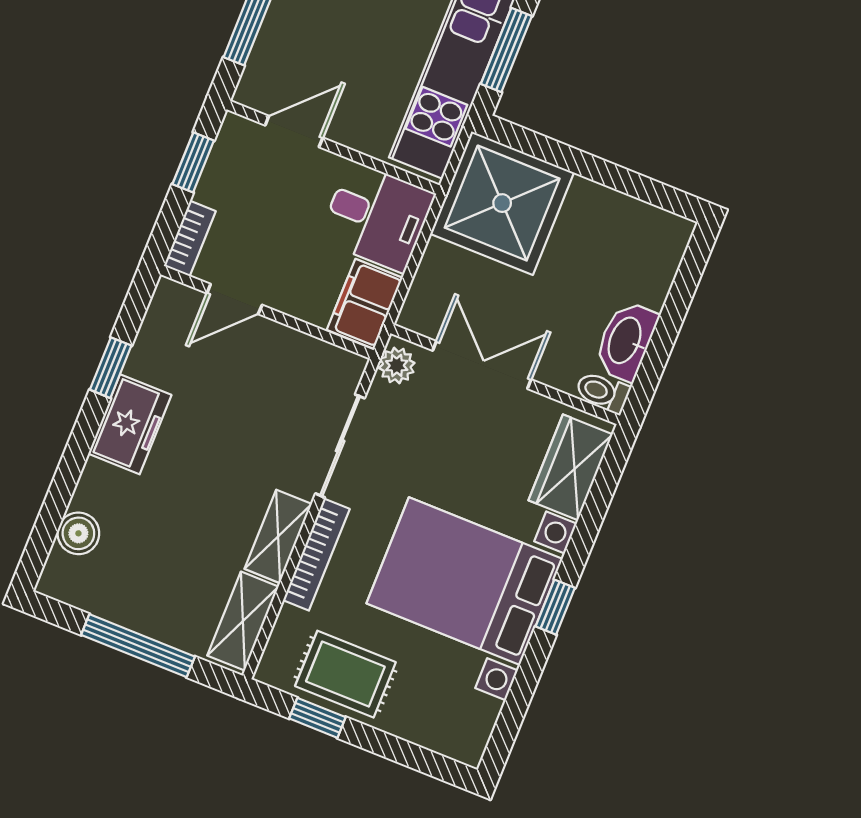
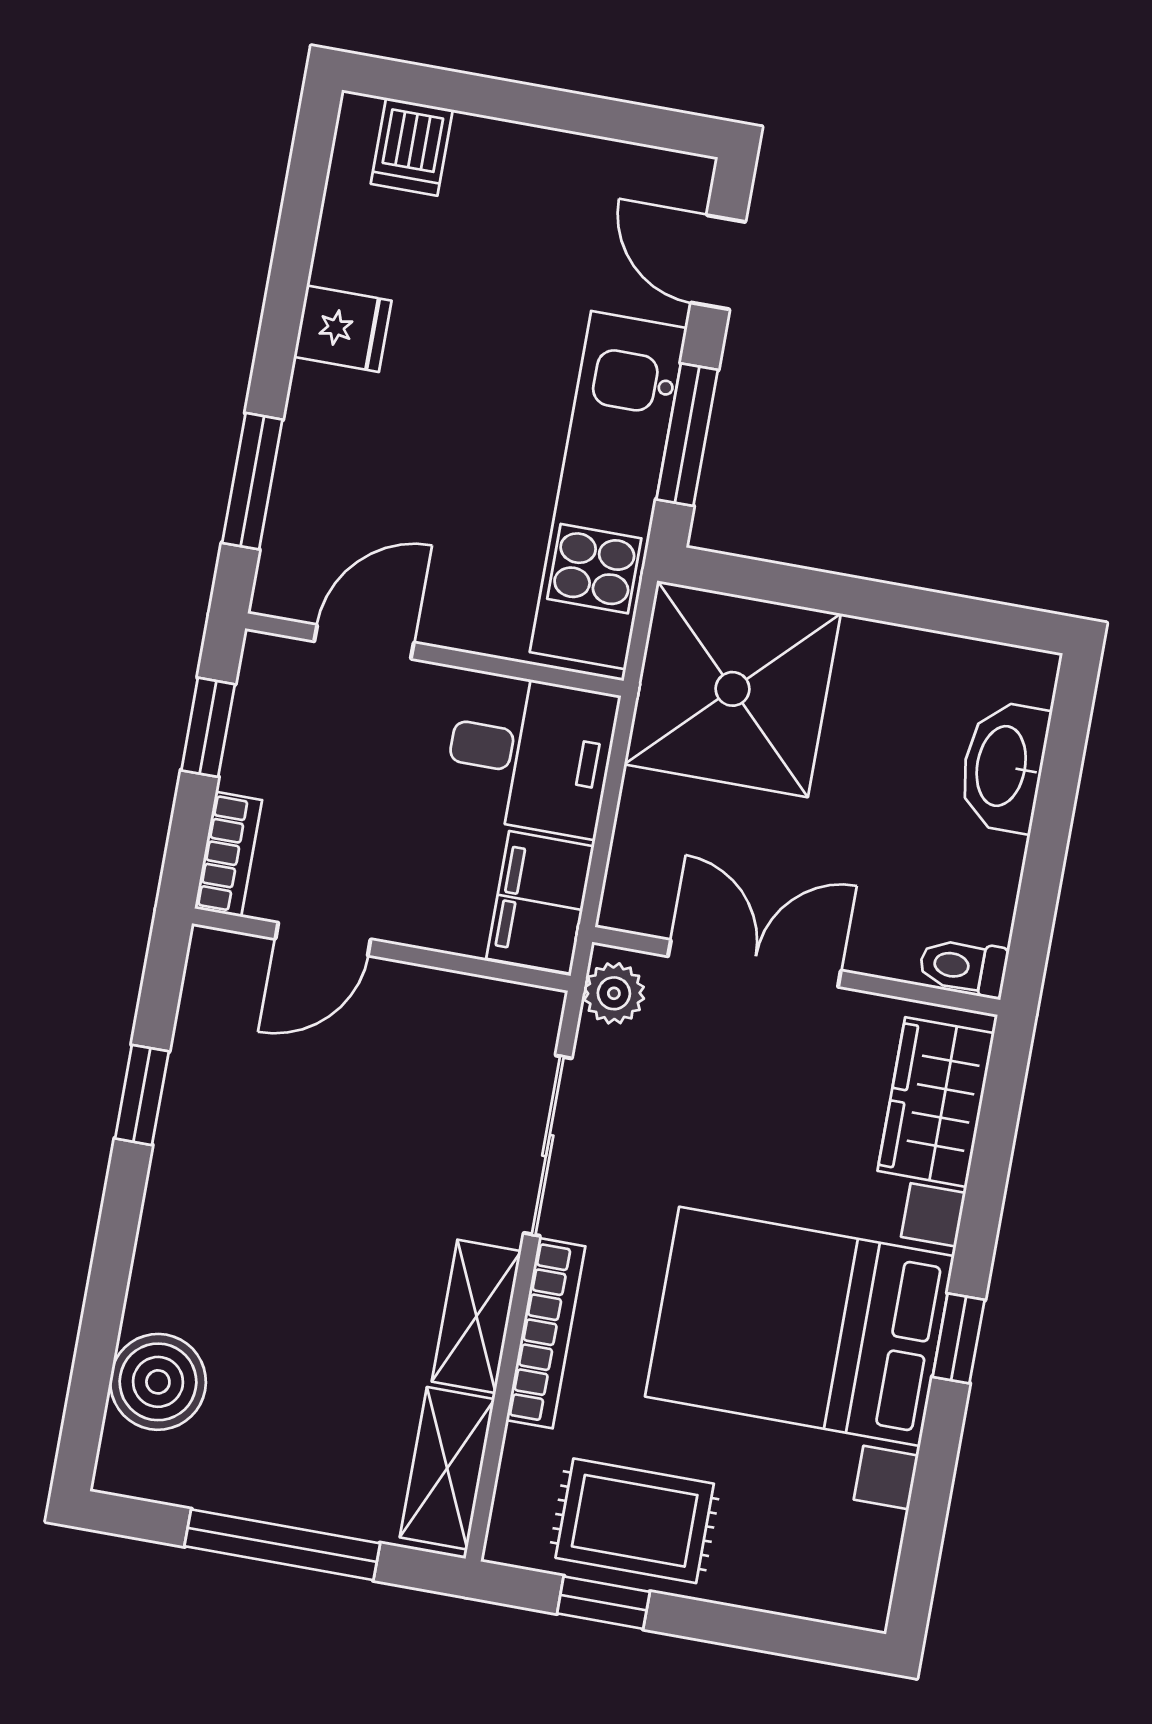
washbasin: (626, 341) -> (1003, 766), moved
freezer: (130, 424) -> (193, 1182), removed
boiler: (78, 533) -> (158, 1382), width x1.36, depth x1.36

